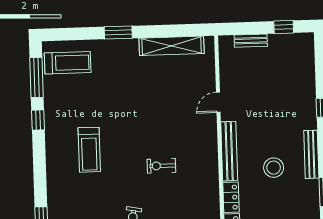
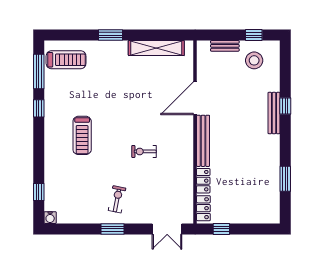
door: (218, 102) -> (195, 98), width x1.88
bench: (311, 154) -> (274, 113), moved
stool: (274, 168) -> (254, 60), moved

